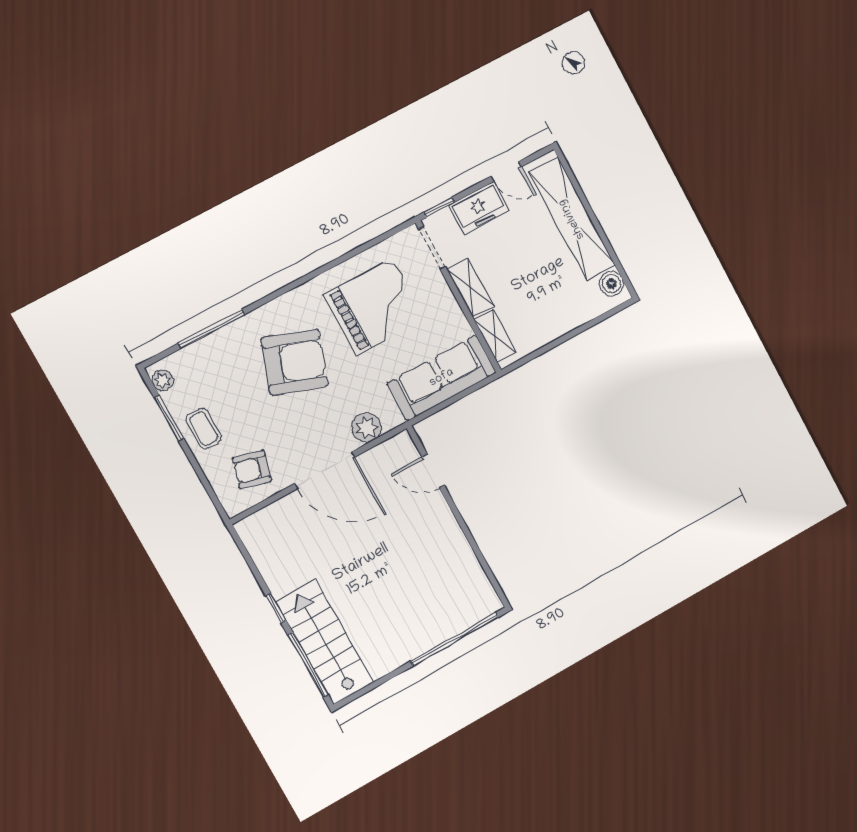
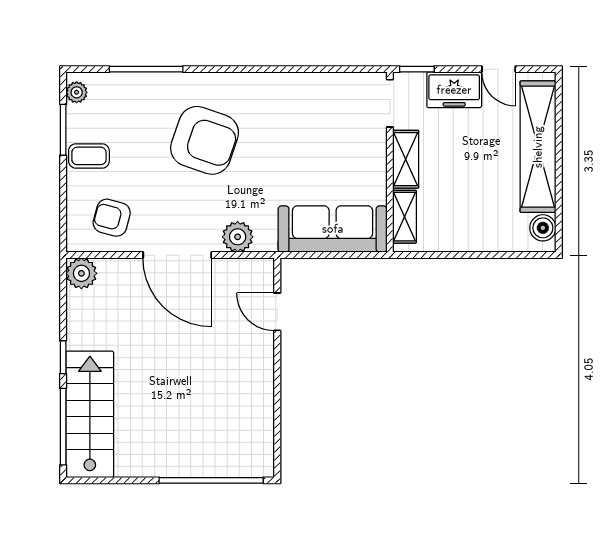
grand piano: (374, 307) -> (306, 129), removed
coffee table: (204, 428) -> (89, 156), turned 90
plant: (252, 530) -> (81, 273), added

